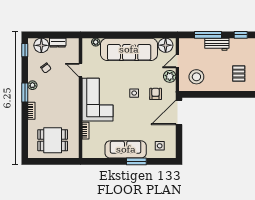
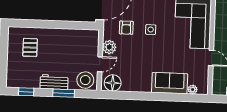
window: (208, 35) -> (64, 93), width x0.69
sofa: (129, 49) -> (170, 83), width x0.54, depth x0.79
stool: (196, 77) -> (85, 80), moved

